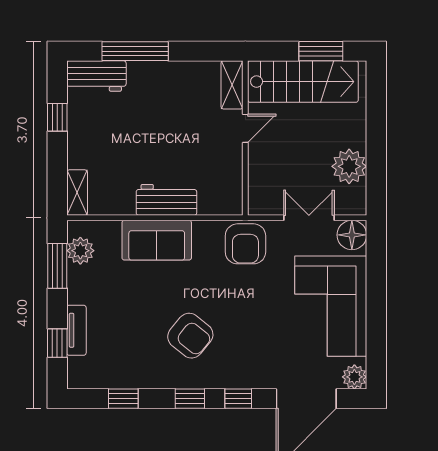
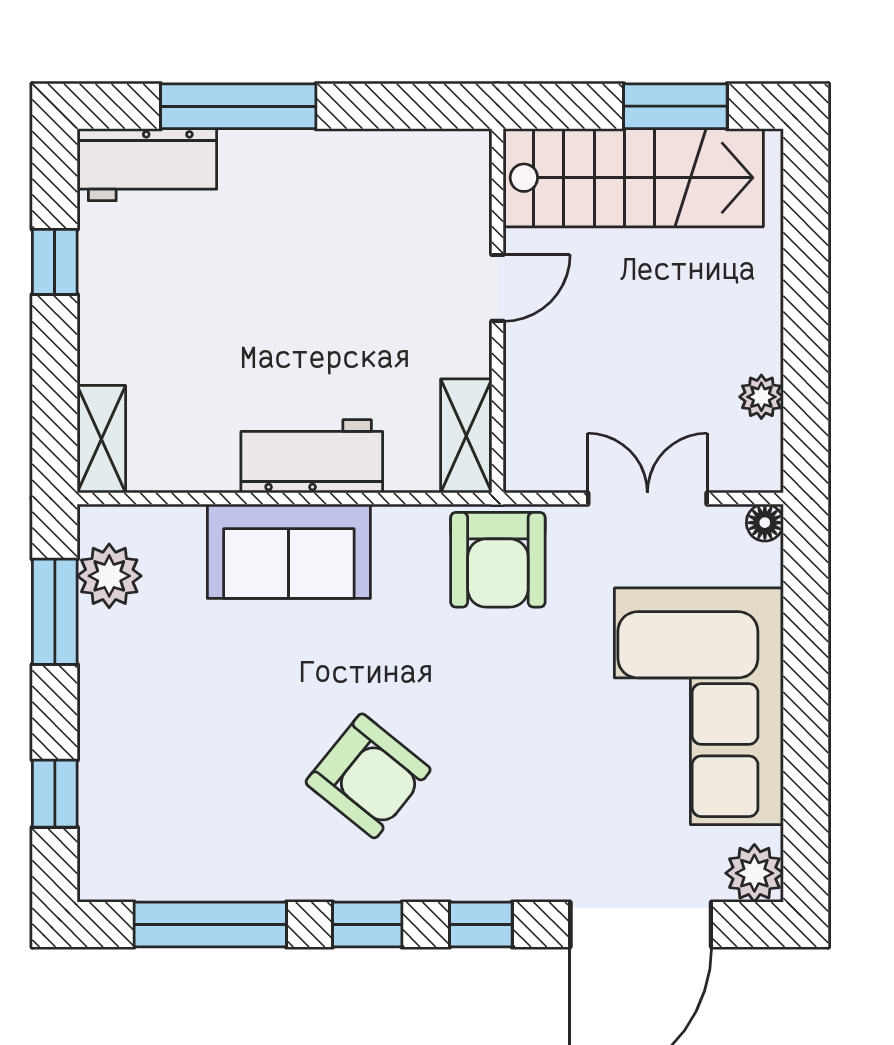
shelving: (232, 85) -> (466, 436), moved
plant: (349, 166) -> (761, 397), width x0.53, depth x0.53
floor lamp: (352, 235) -> (765, 523), width x0.53, depth x0.53
tv unit: (76, 330) -> (100, 763), removed
window: (123, 399) -> (210, 924), width x2.17

